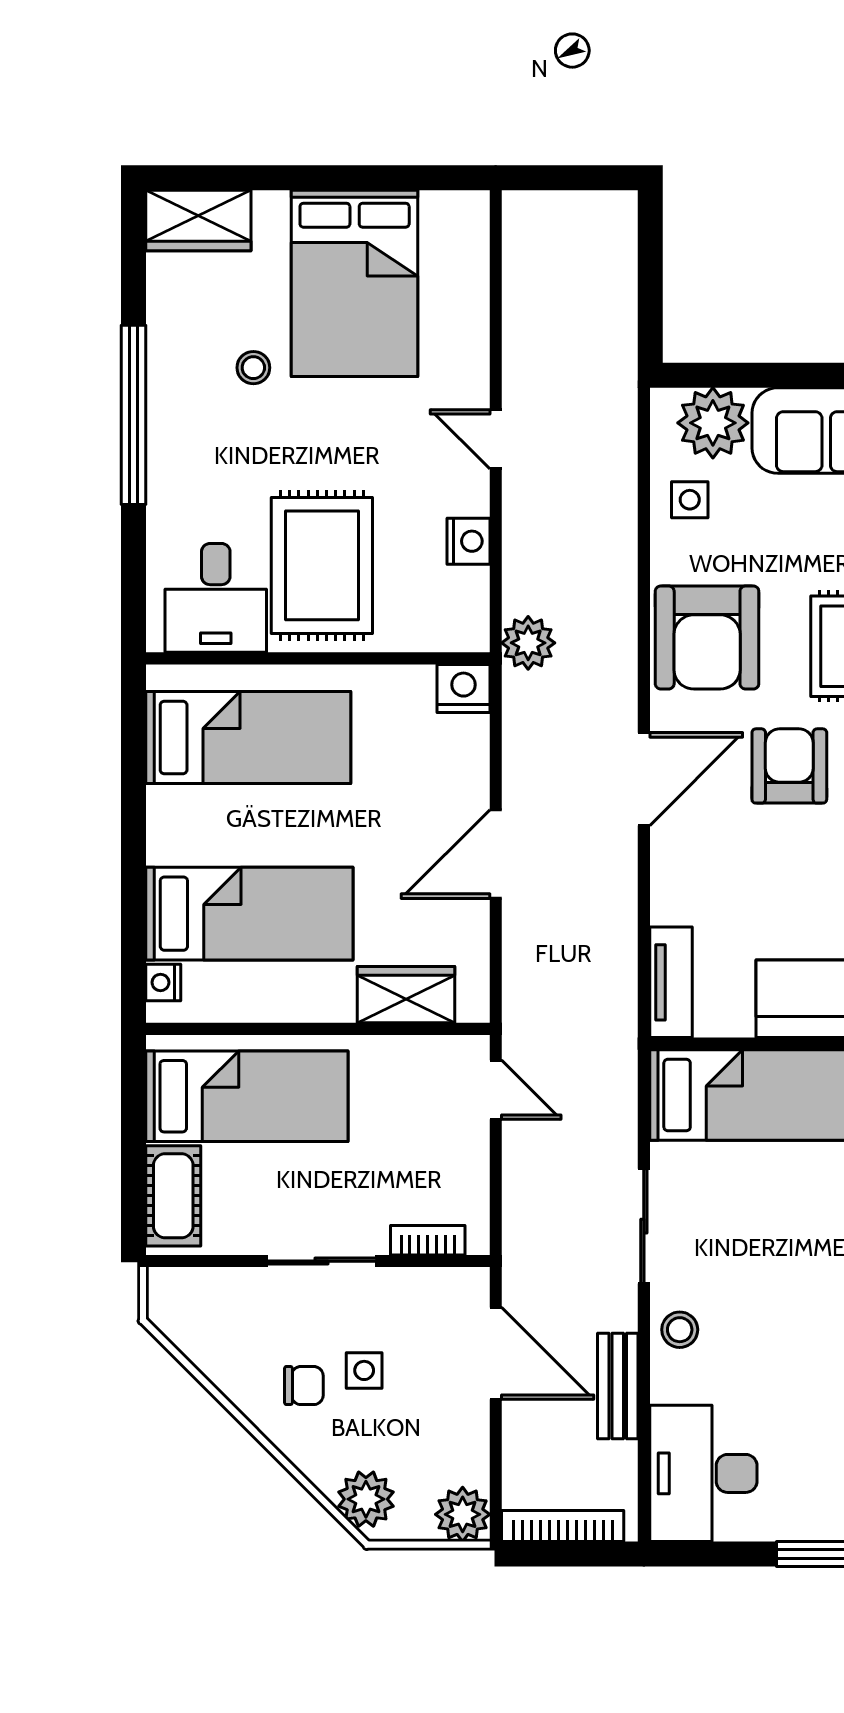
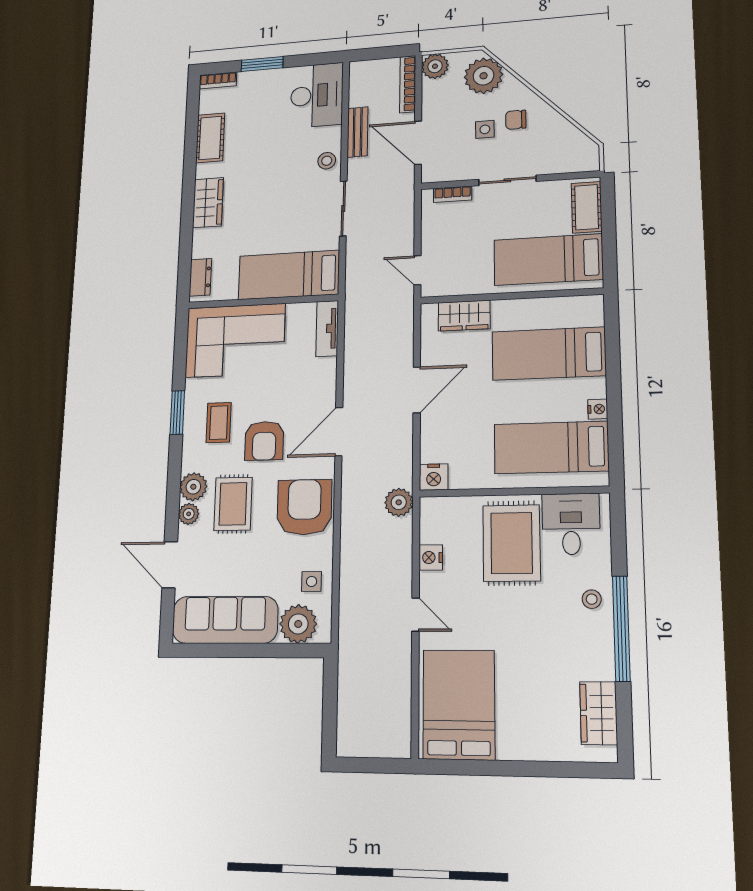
wardrobe: (198, 220) -> (599, 713), moved, turned -90
bed: (355, 283) -> (459, 705), moved
stool: (253, 368) -> (592, 599), moved
nightstand: (163, 982) -> (598, 409), moved
plant: (366, 1499) -> (484, 76), width x1.36, depth x1.36
bookcase: (563, 1526) -> (408, 84), moved, turned 90

